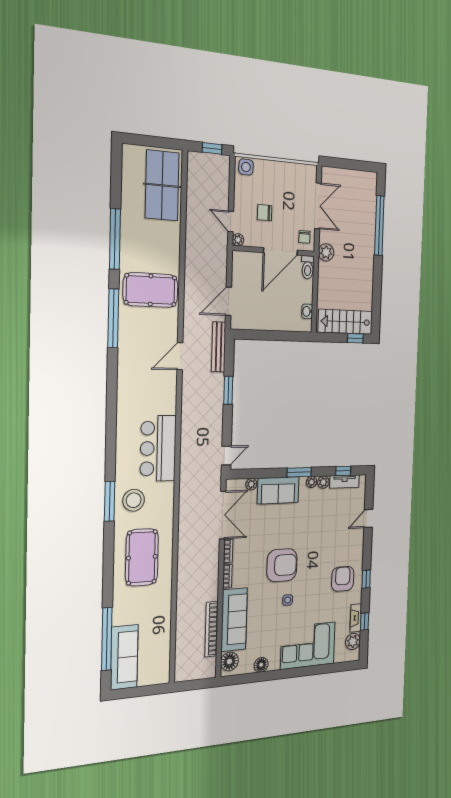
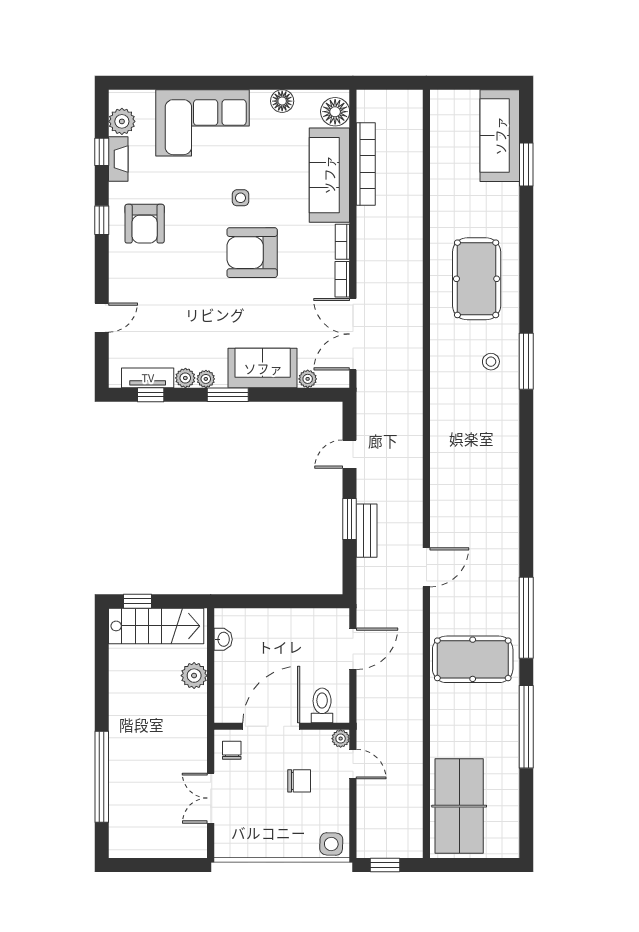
double door: (318, 206) -> (211, 798), width x0.73
plant: (326, 252) -> (194, 676), moved
toilet: (308, 267) -> (322, 705), moved
bench: (219, 347) -> (367, 531), moved, width x0.73
bar counter: (158, 448) -> (456, 435), removed
door: (226, 456) -> (349, 454), moved
stool: (134, 500) -> (491, 362), width x0.53, depth x0.53
window: (107, 639) -> (526, 164), width x0.47

